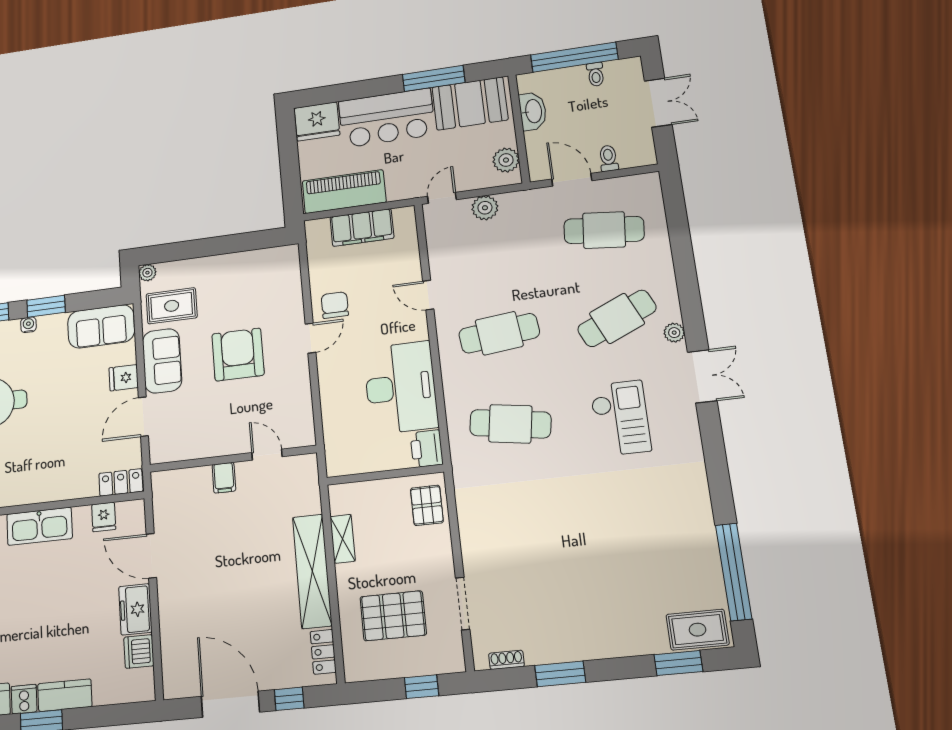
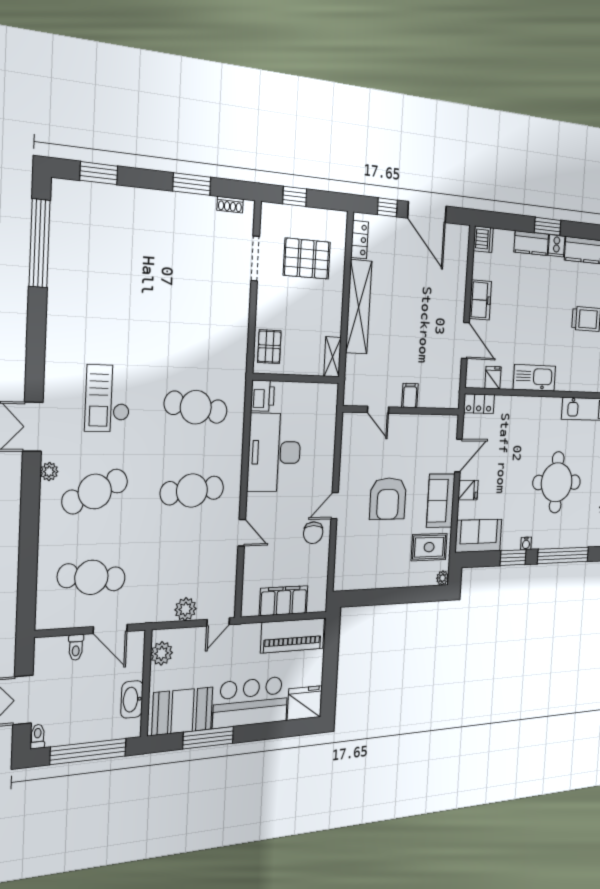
toilet: (596, 74) -> (38, 737), moved
shelving: (343, 539) -> (333, 357), moved
rug: (698, 630) -> (78, 199), removed
dishwasher: (139, 651) -> (483, 239), moved

